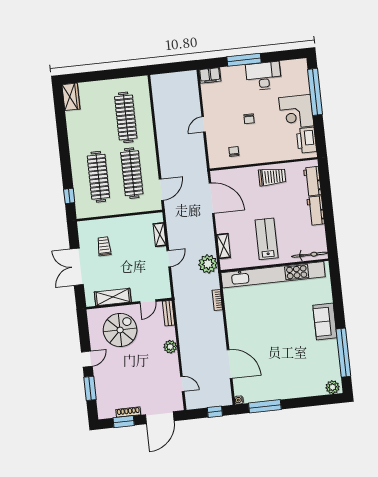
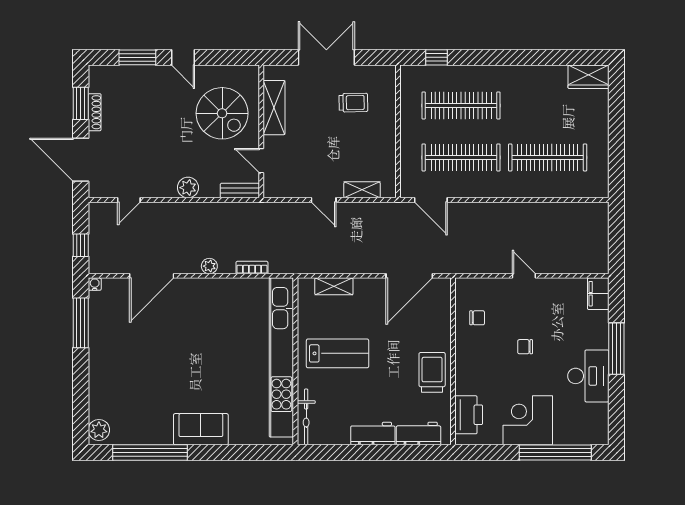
printer: (306, 140) -> (469, 415), moved, turned 90
trolley: (272, 177) -> (432, 372), turned 180
plant: (208, 264) -> (209, 266), moved, width x0.53, depth x0.53

